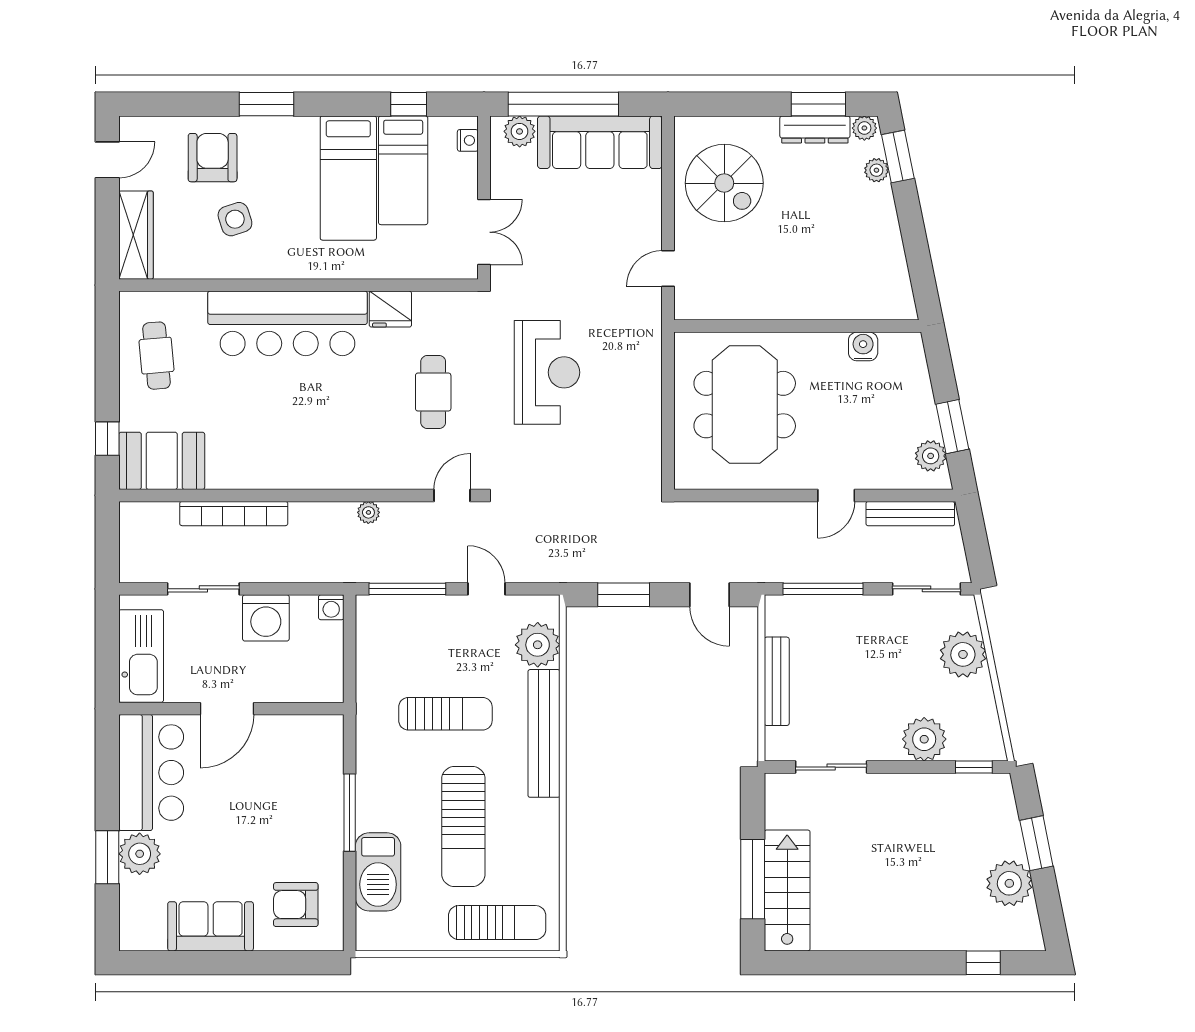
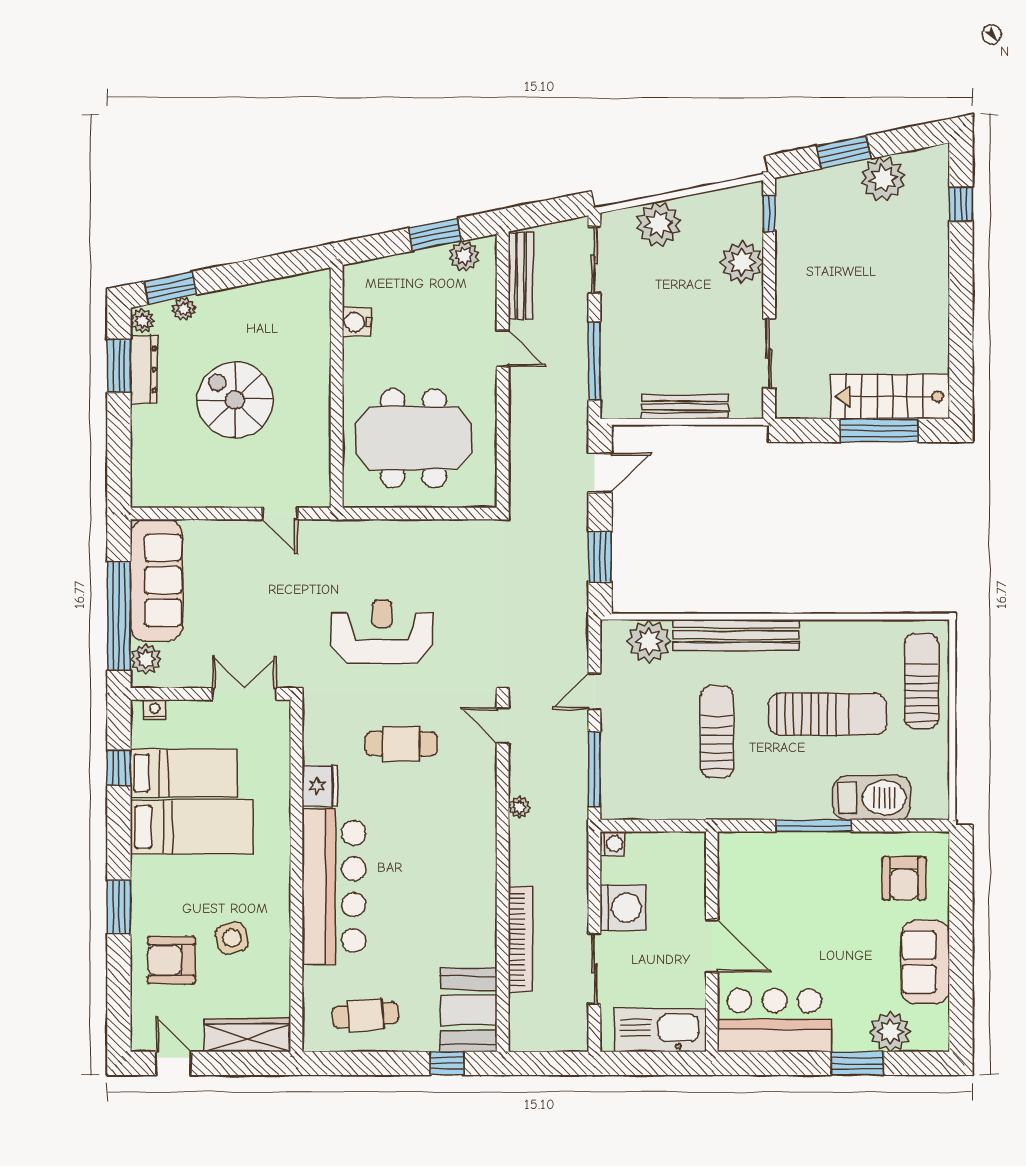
spiral stairs: (724, 183) -> (235, 400), moved, turned -90
plant: (140, 854) -> (890, 1032), moved

